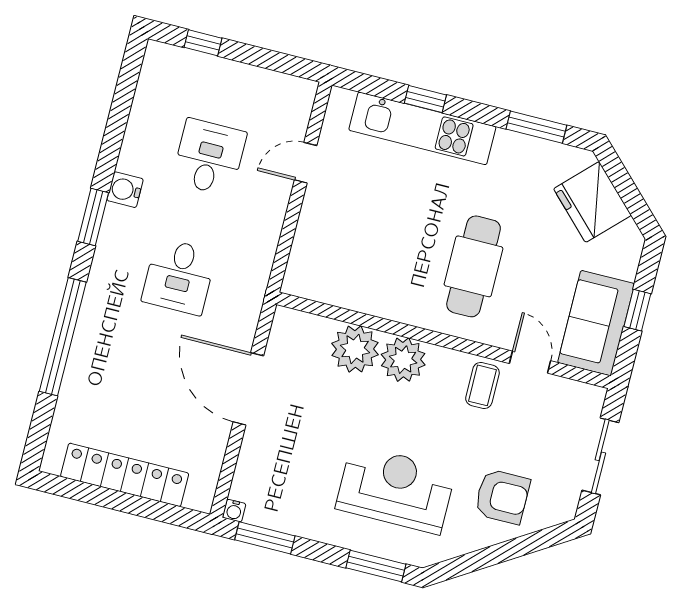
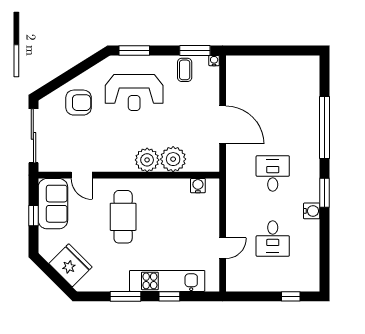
window: (536, 127) -> (125, 296), moved
water cooler: (322, 289) -> (198, 186), added
coffee table: (482, 385) -> (185, 70), moved
sliding door: (600, 456) -> (33, 136), width x1.37
locker: (125, 475) -> (275, 65), removed
armchair: (502, 497) -> (79, 103), turned 180

